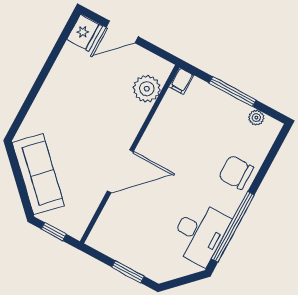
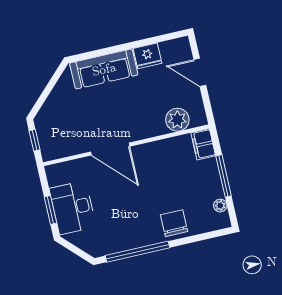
fridge: (84, 33) -> (148, 56), moved
filing cabinet: (181, 81) -> (203, 144), width x2.00
sofa: (38, 174) -> (104, 69), moved, turned 45
desk: (200, 233) -> (73, 208), moved, turned 90

